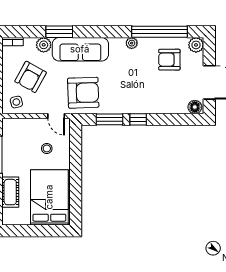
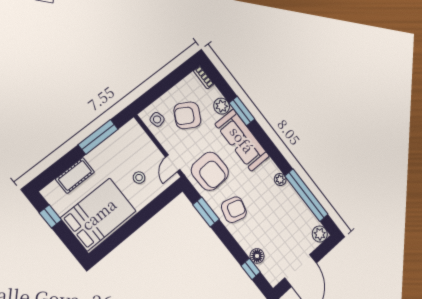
armchair: (169, 60) -> (234, 210), moved, turned 106
floor lamp: (195, 107) -> (257, 256), moved
window: (138, 119) -> (251, 269), moved
window: (25, 231) -> (50, 216), added

